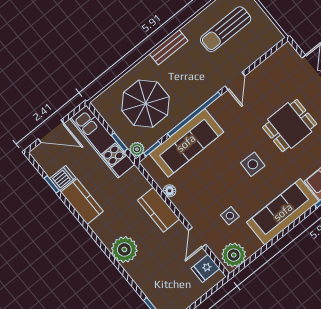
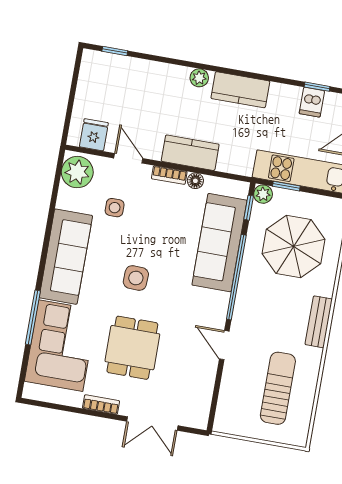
kitchen counter: (82, 202) -> (240, 90), moved
bookcase: (182, 207) -> (169, 175), added
plant: (124, 250) -> (199, 78), width x0.53, depth x0.53

